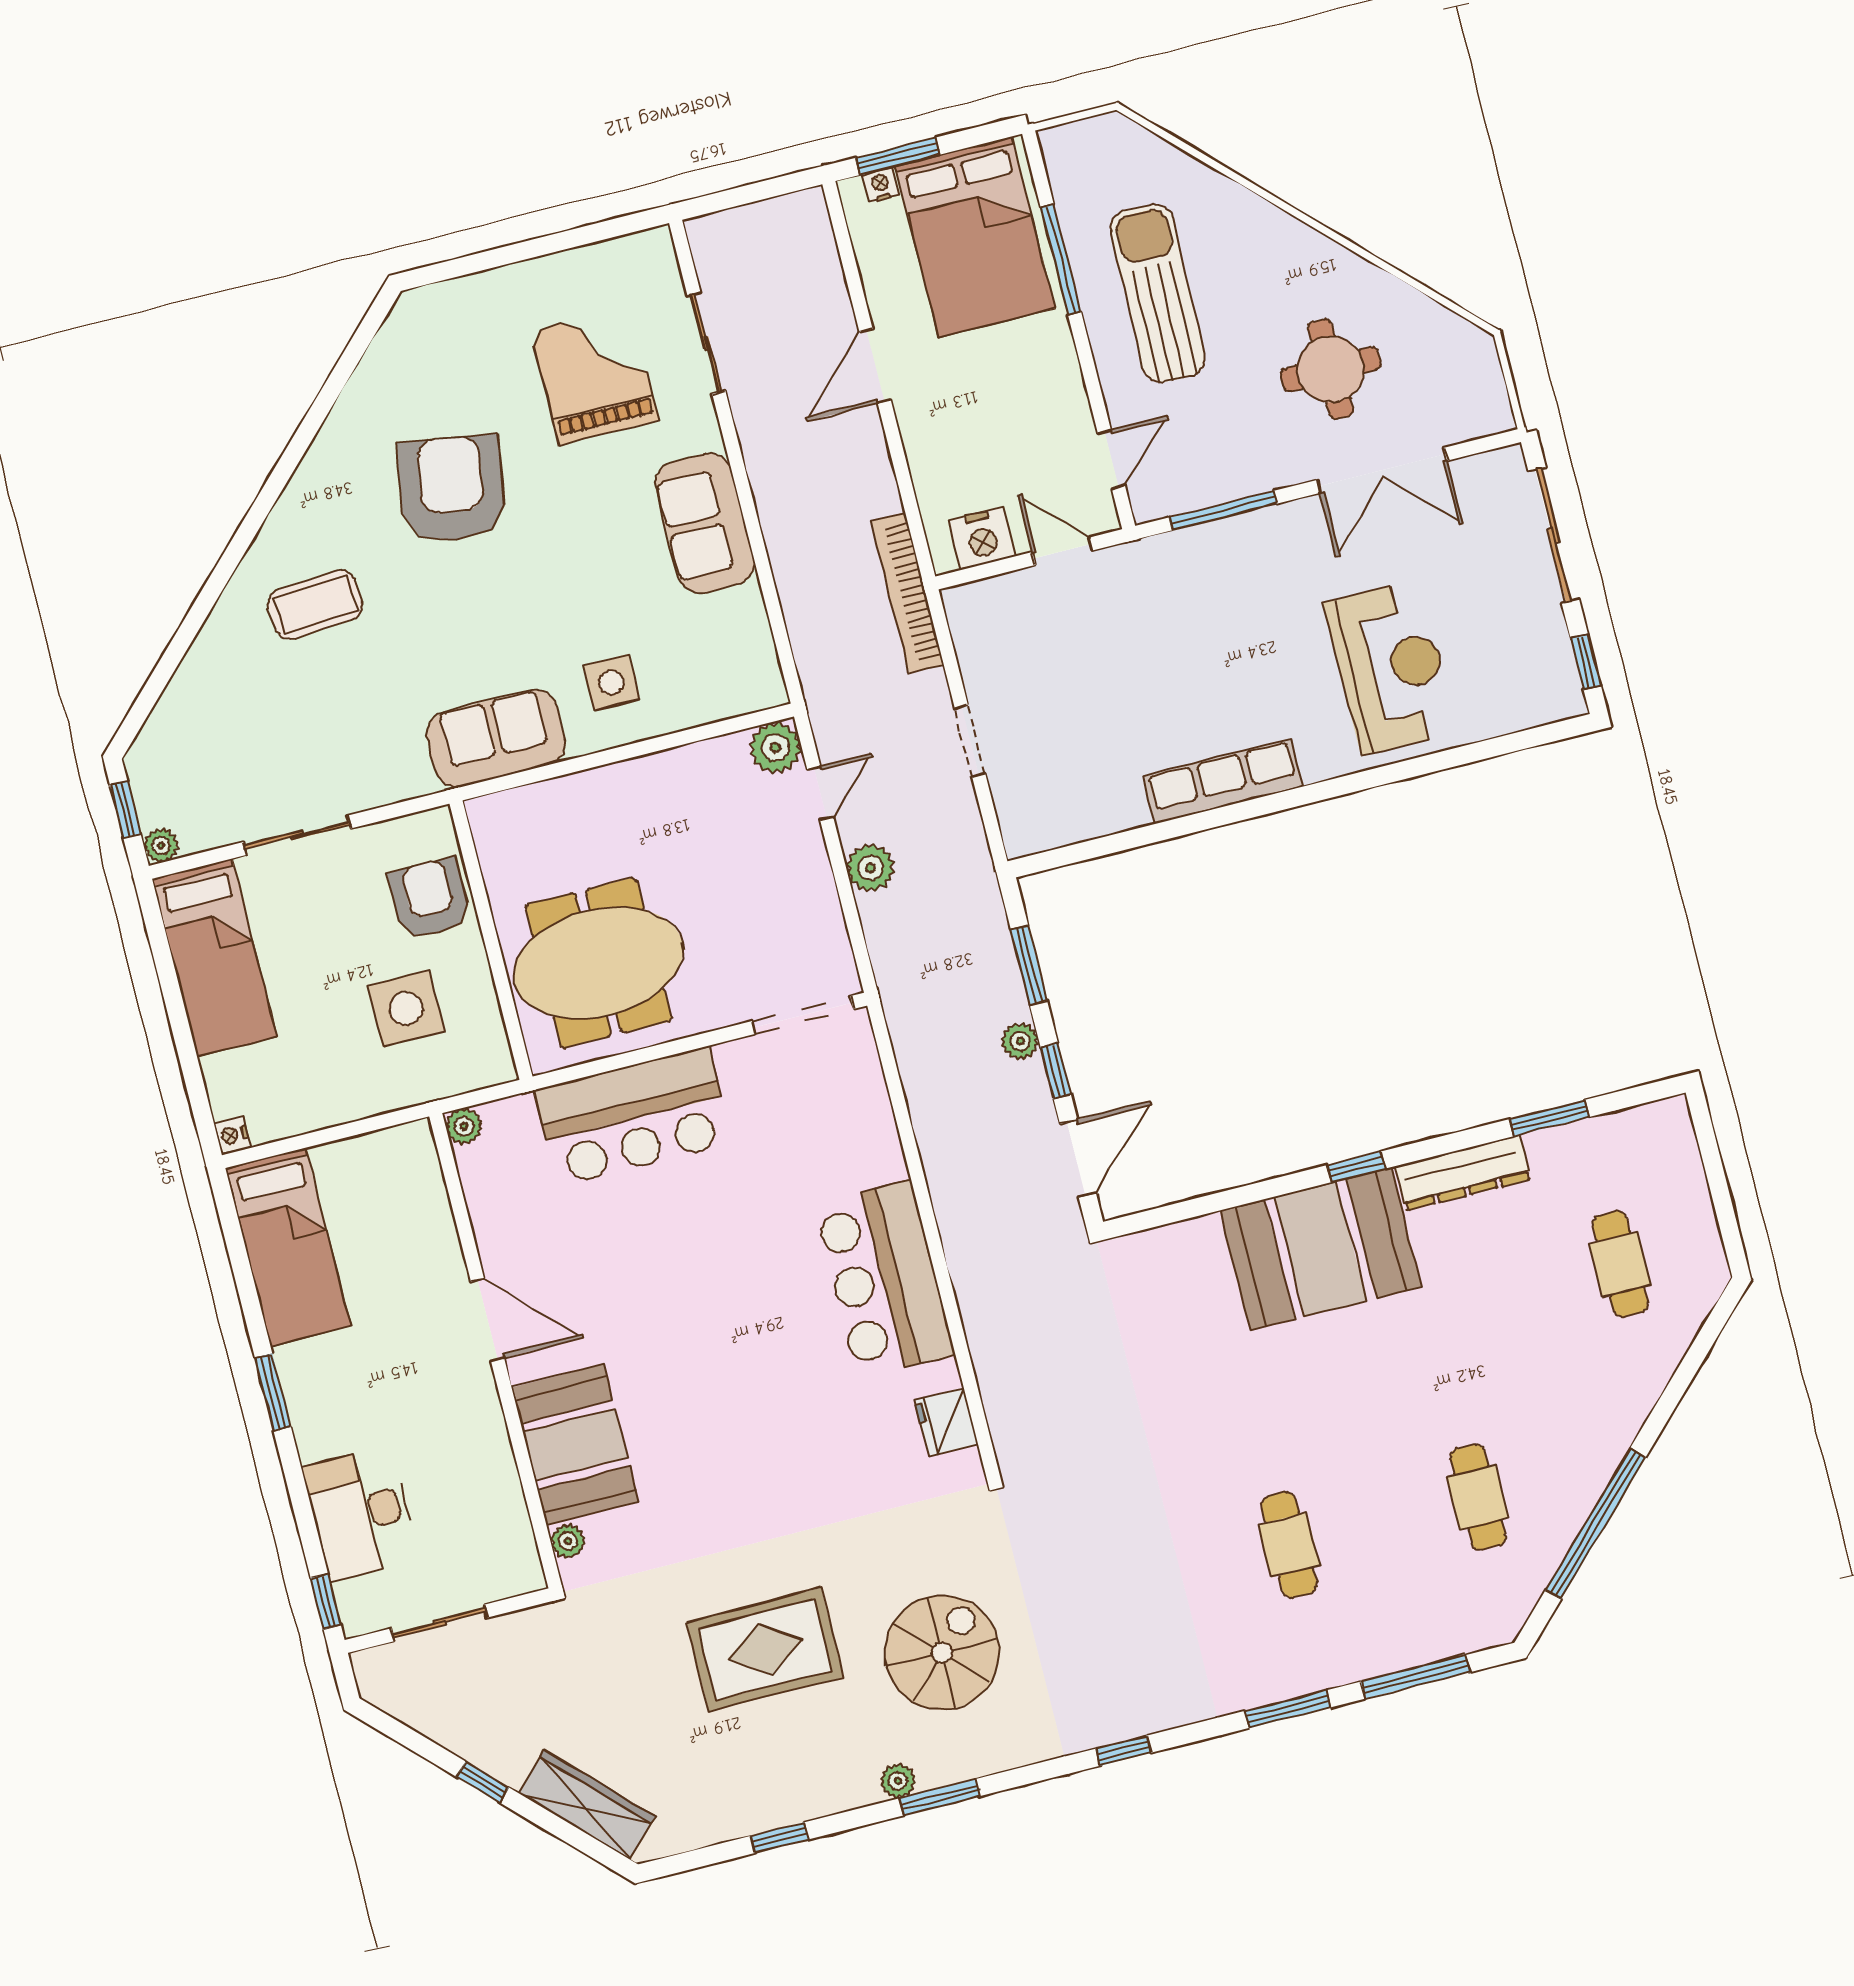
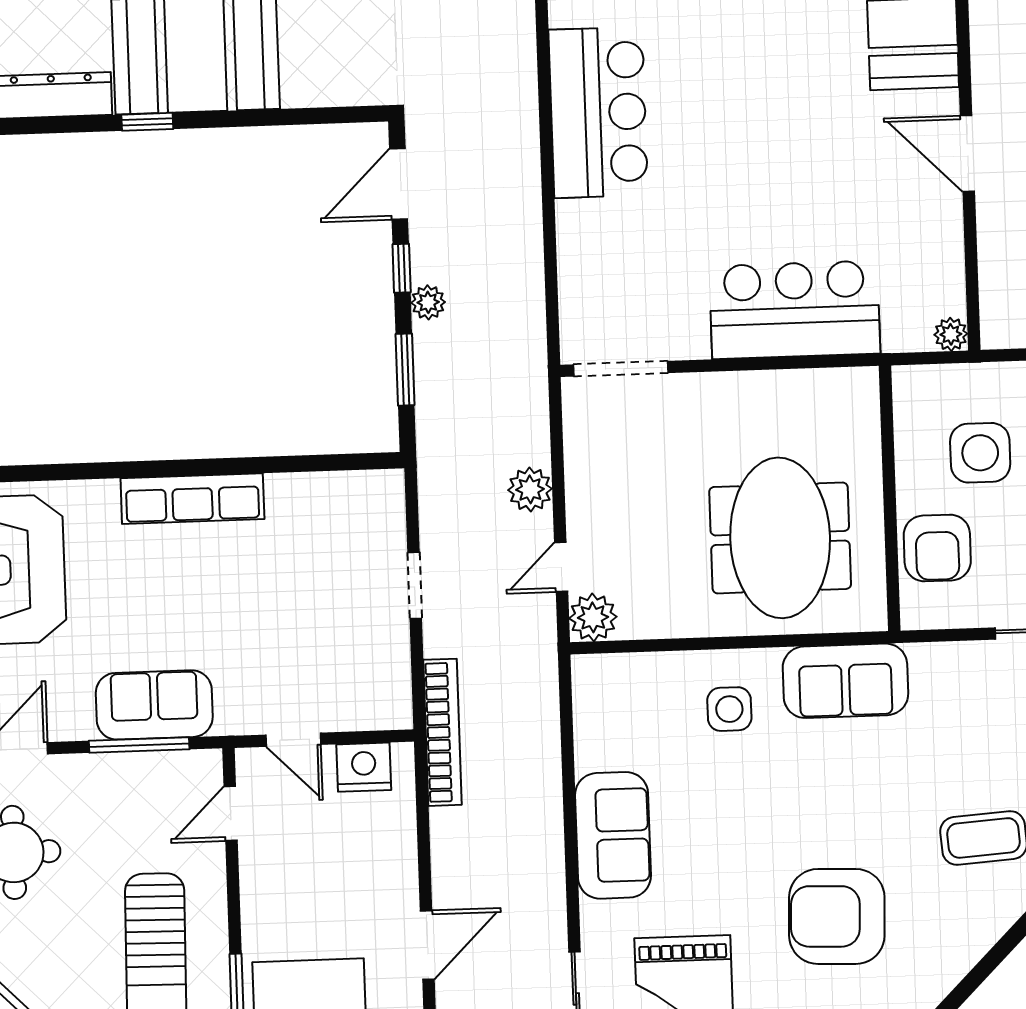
armchair: (451, 489) -> (837, 916), turned 83
sofa: (1216, 556) -> (154, 705), added
meeting table: (598, 963) -> (780, 538), moved, turned 90

